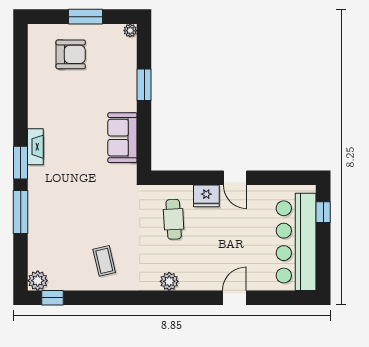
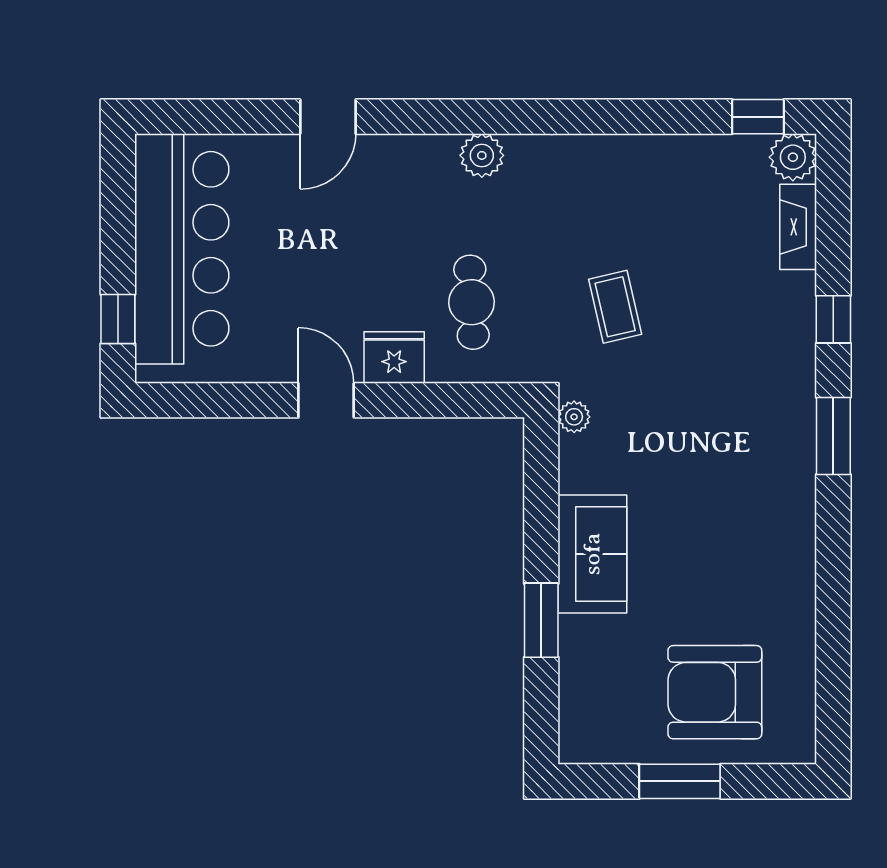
plant: (130, 31) -> (574, 417), moved
armchair: (71, 54) -> (715, 692), width x1.36, depth x1.36
sofa: (122, 138) -> (592, 554), moved
fireplace: (35, 147) -> (798, 227), moved
window: (21, 212) -> (833, 319), width x0.46
coffee table: (104, 261) -> (615, 307), moved

